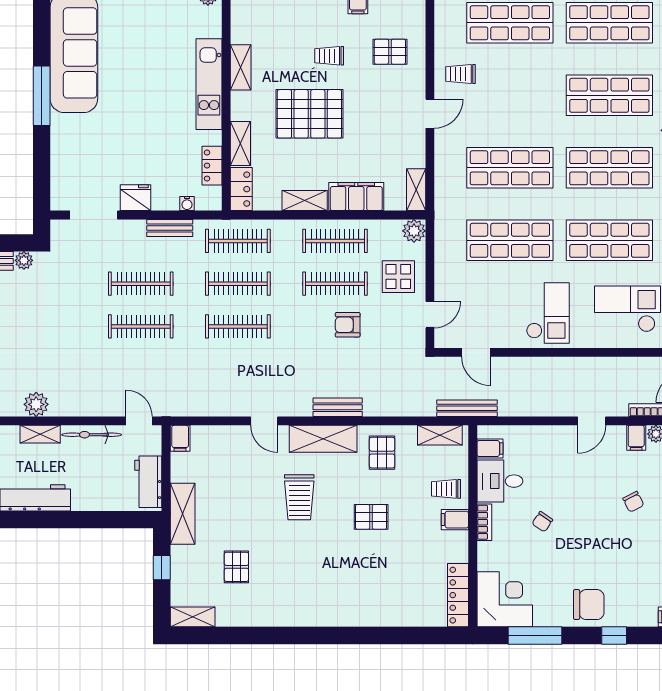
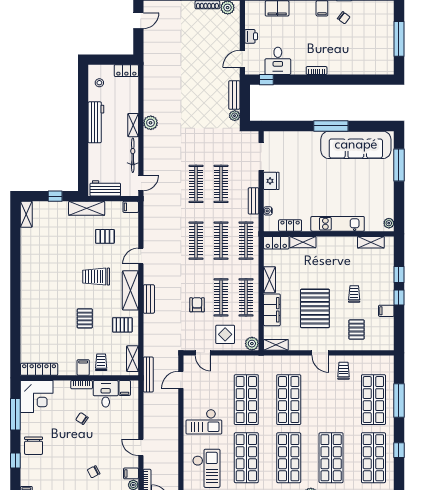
shelving: (241, 67) -> (371, 242), moved
pallet: (309, 114) -> (315, 308), moved
pallet: (236, 567) -> (105, 236), moved

